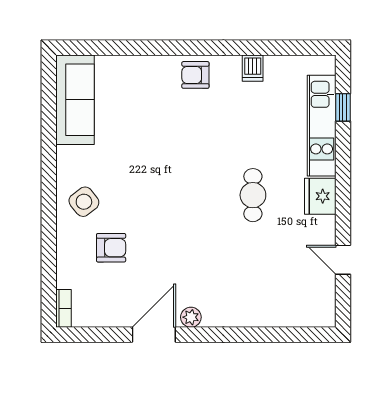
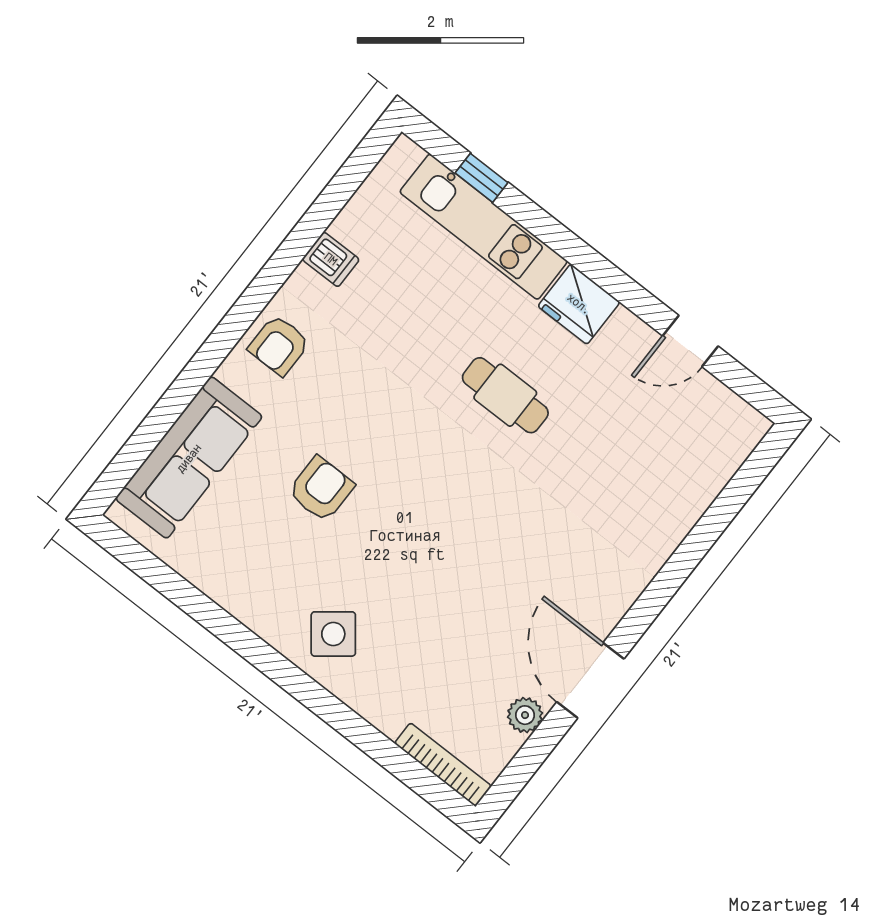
sofa: (75, 100) -> (189, 458), moved, turned 90
armchair: (111, 248) -> (321, 489), moved
bookcase: (64, 308) -> (443, 765), width x1.56
plant: (191, 317) -> (525, 715), moved

